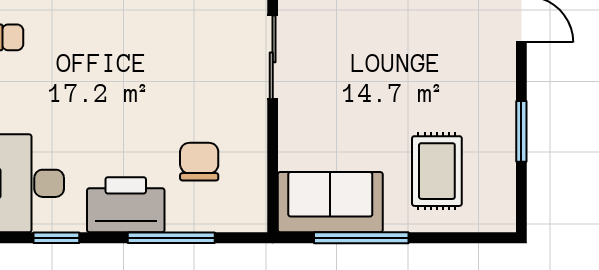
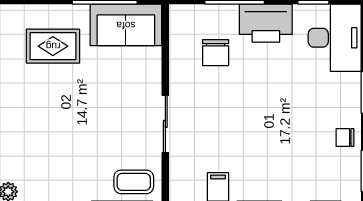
rug: (437, 171) -> (53, 46), turned 90

